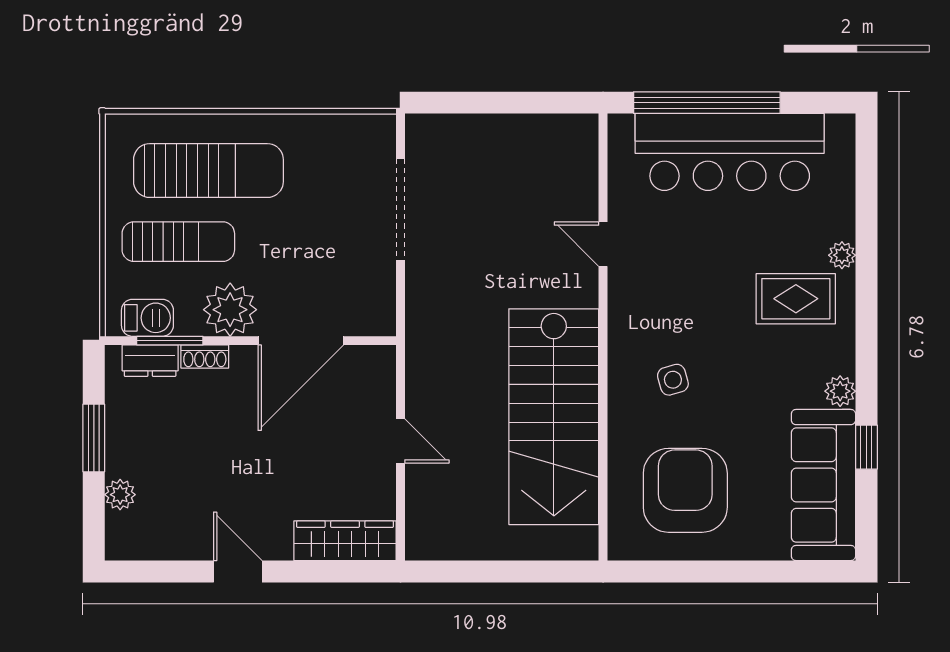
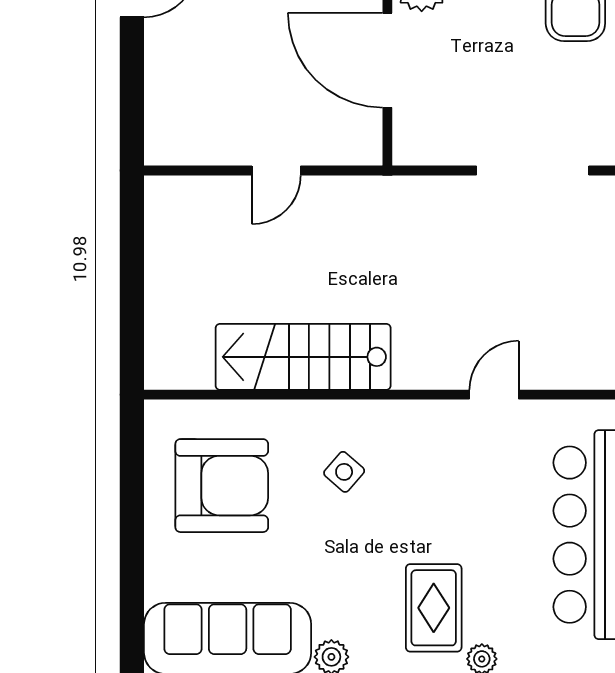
side table: (673, 380) -> (344, 472), turned -33
stairs: (554, 417) -> (303, 357), width x0.73, depth x0.66
wardrobe: (345, 541) -> (166, 109), removed

